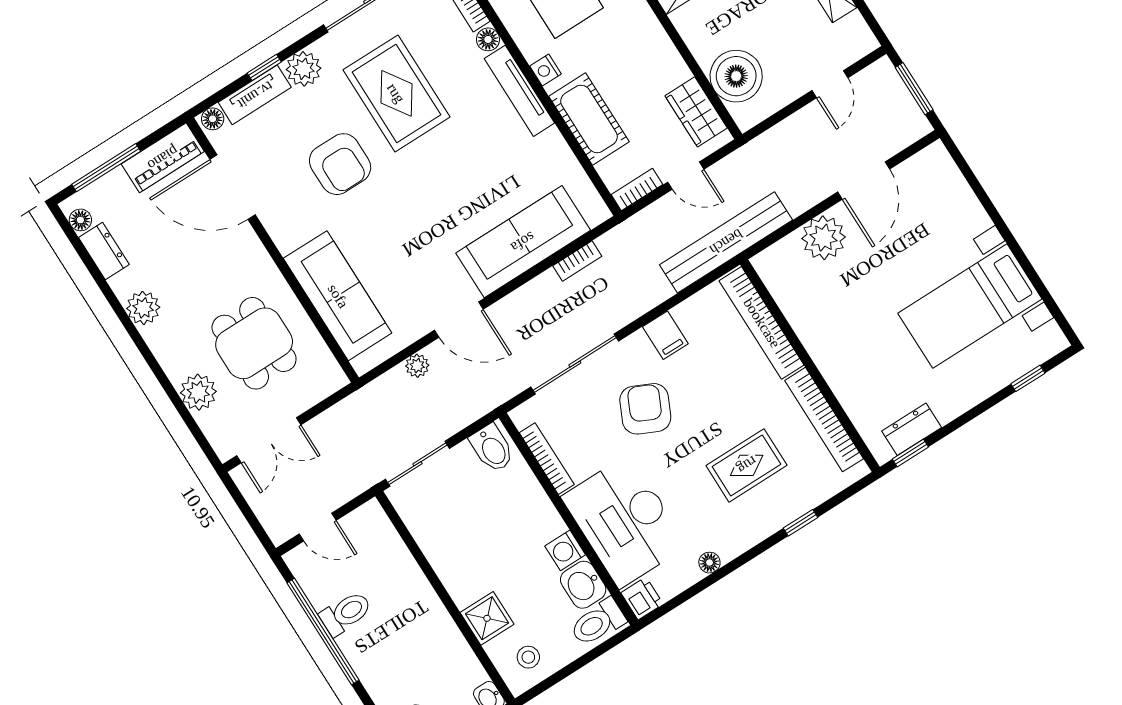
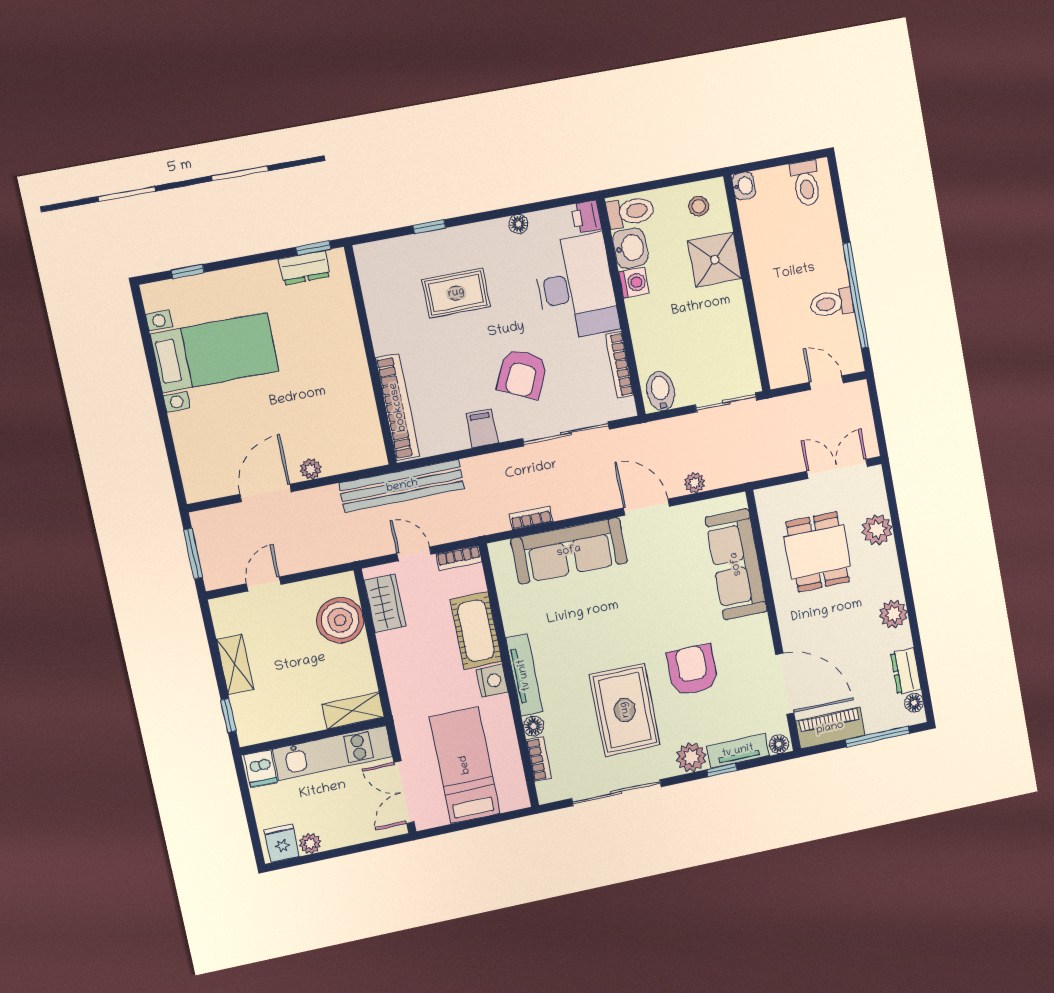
nightstand: (545, 70) -> (492, 681), width x1.39, depth x1.35
plant: (824, 238) -> (311, 469), width x0.53, depth x0.53
bookcase: (824, 420) -> (376, 306), removed
shower: (487, 618) -> (715, 260), width x1.36, depth x1.36

